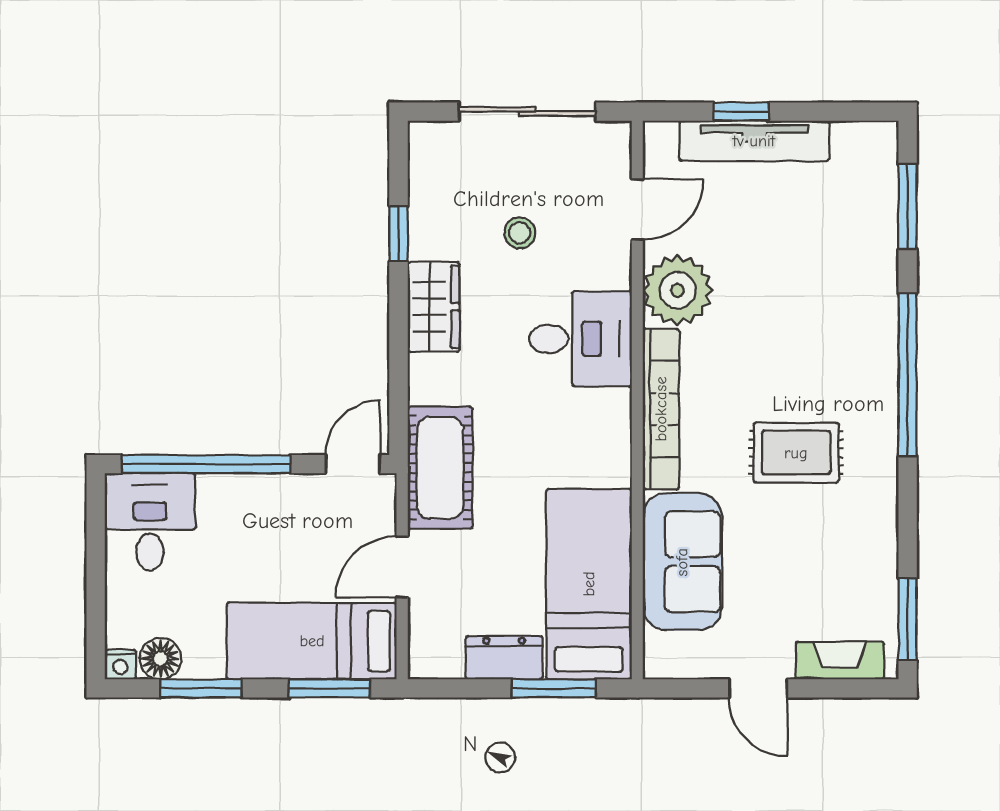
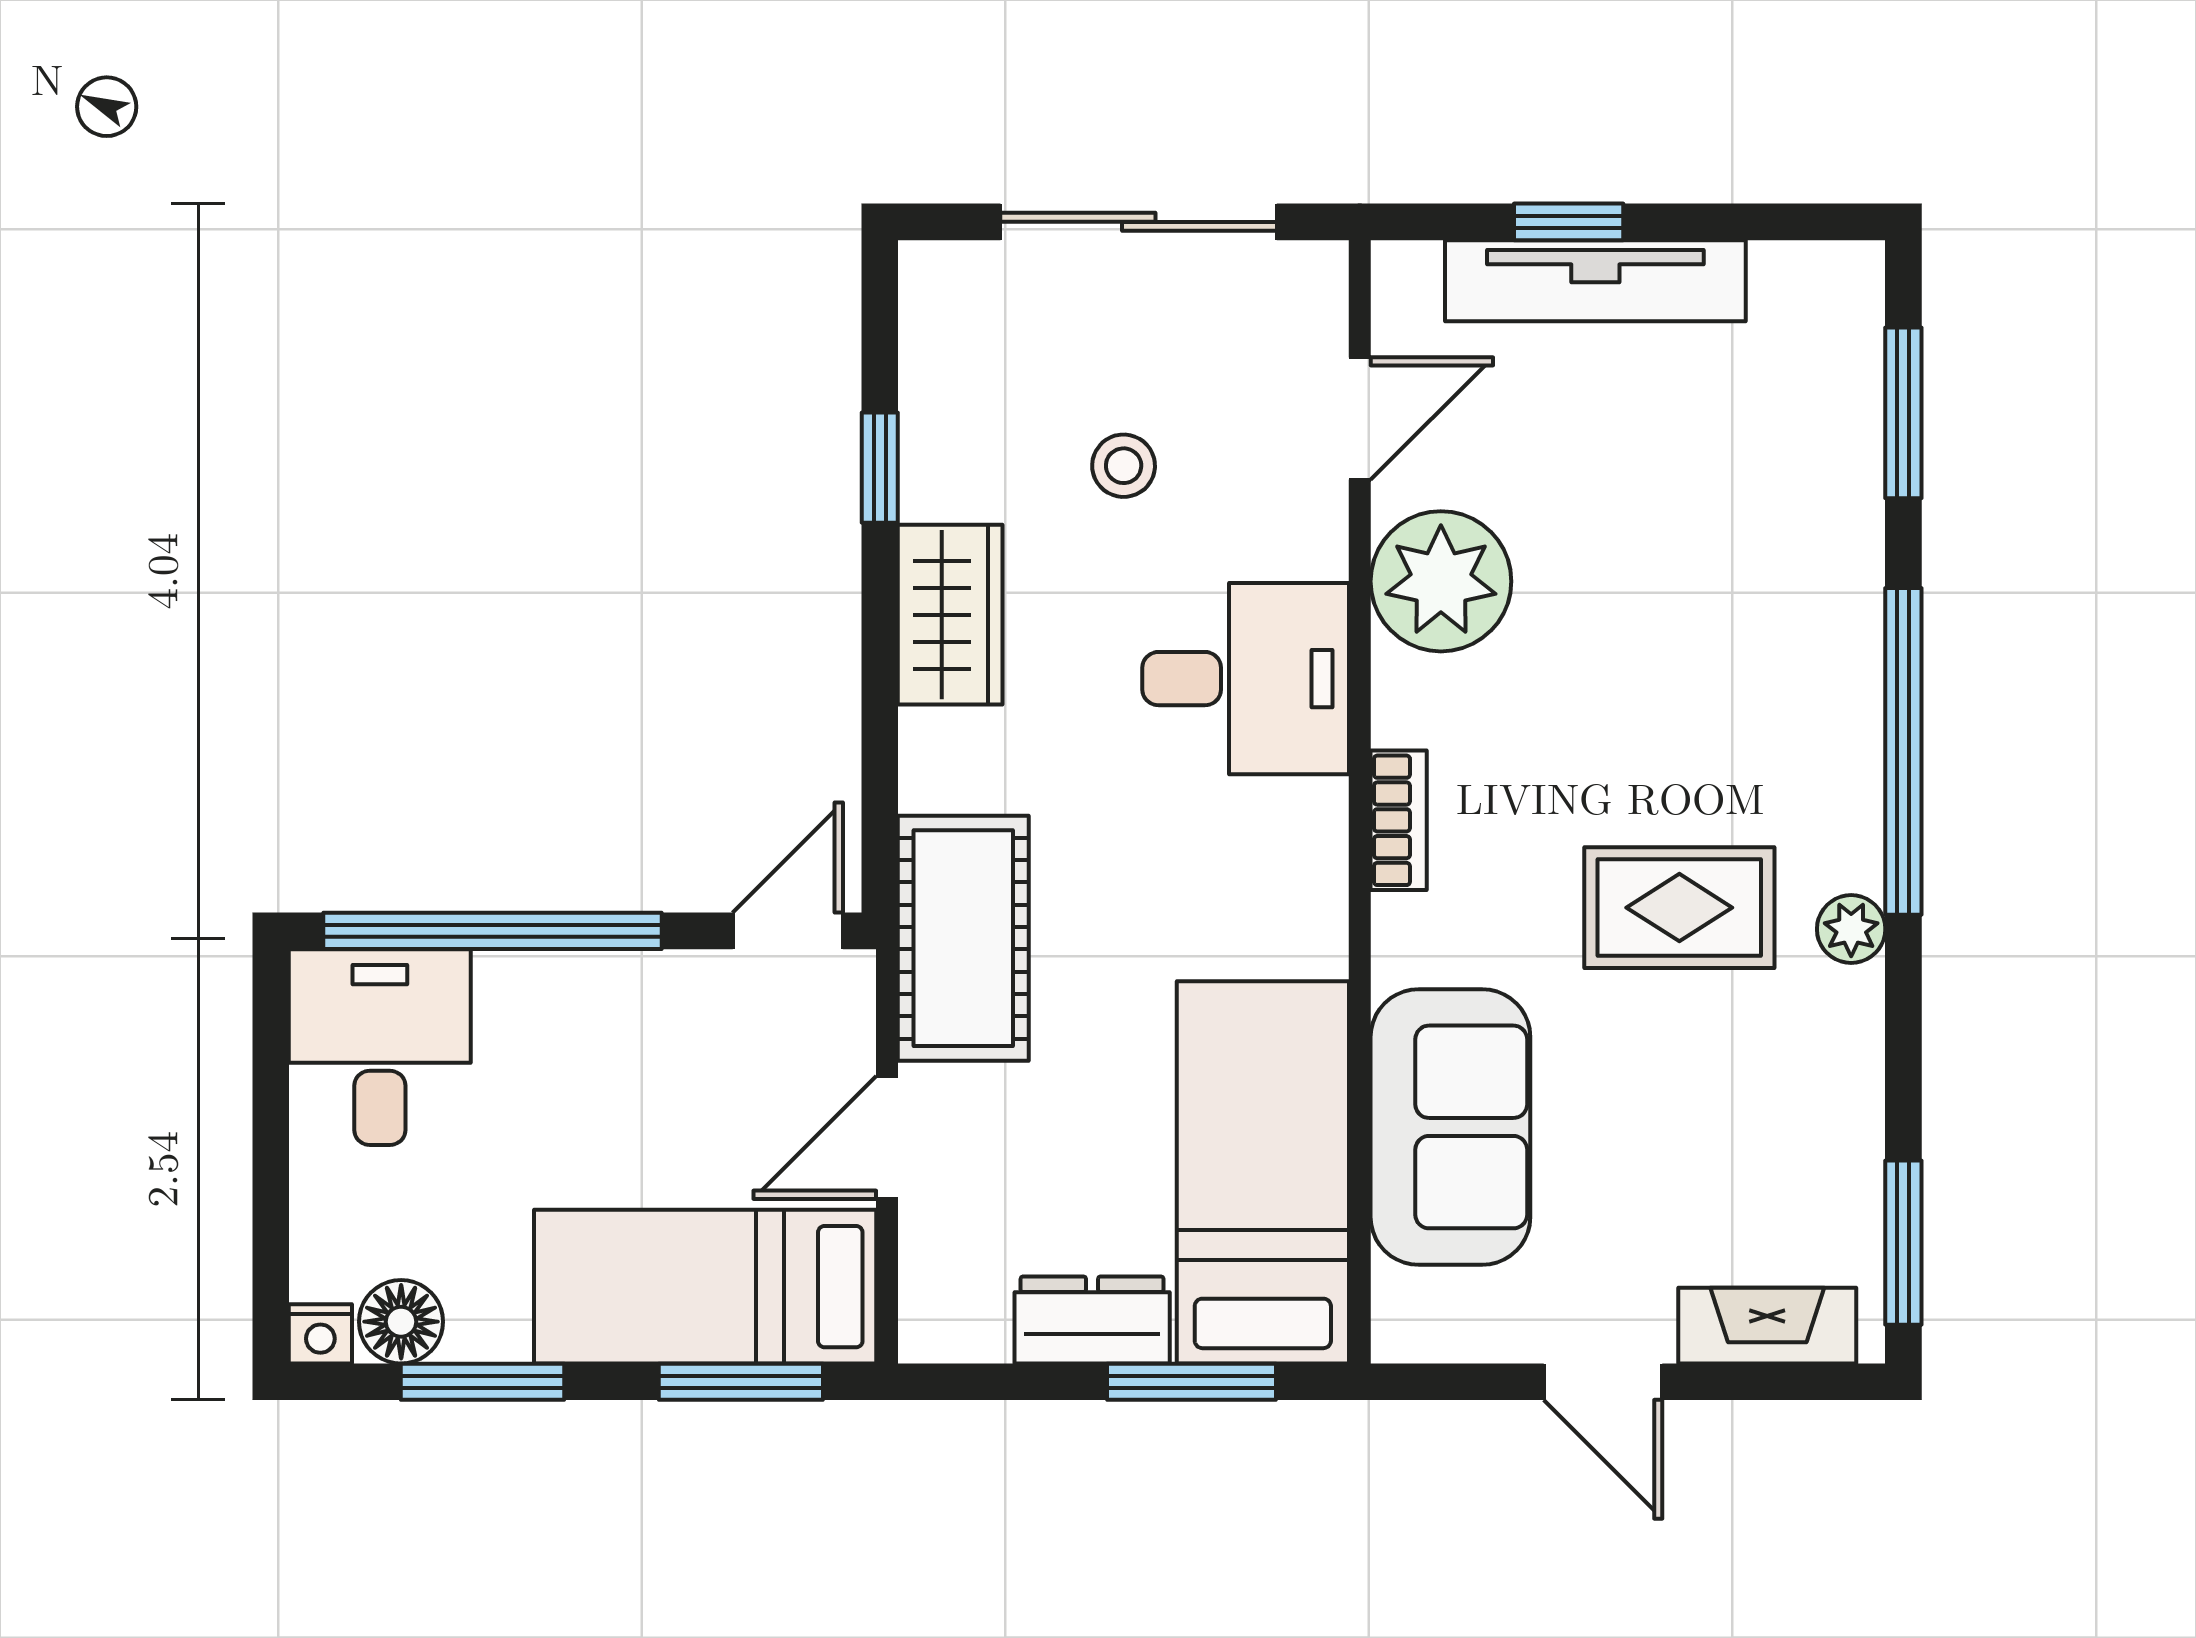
bookcase: (661, 409) -> (1399, 820), width x0.43, depth x0.76
plant: (882, 463) -> (1851, 929), added

